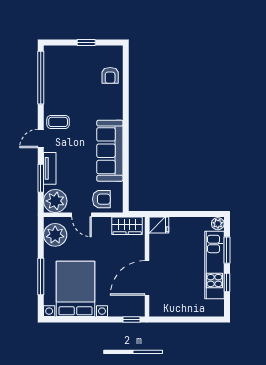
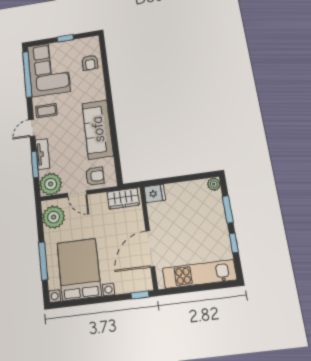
corner sofa: (65, 75) -> (49, 69), added
kitchen unit: (214, 265) -> (199, 274), moved, turned 90

